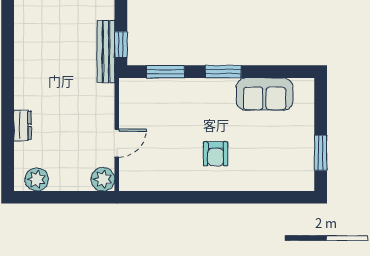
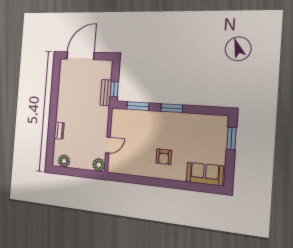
bench: (106, 52) -> (106, 93), width x0.73
sofa: (265, 94) -> (205, 174), moved, turned 180
window: (321, 153) -> (231, 138), moved

